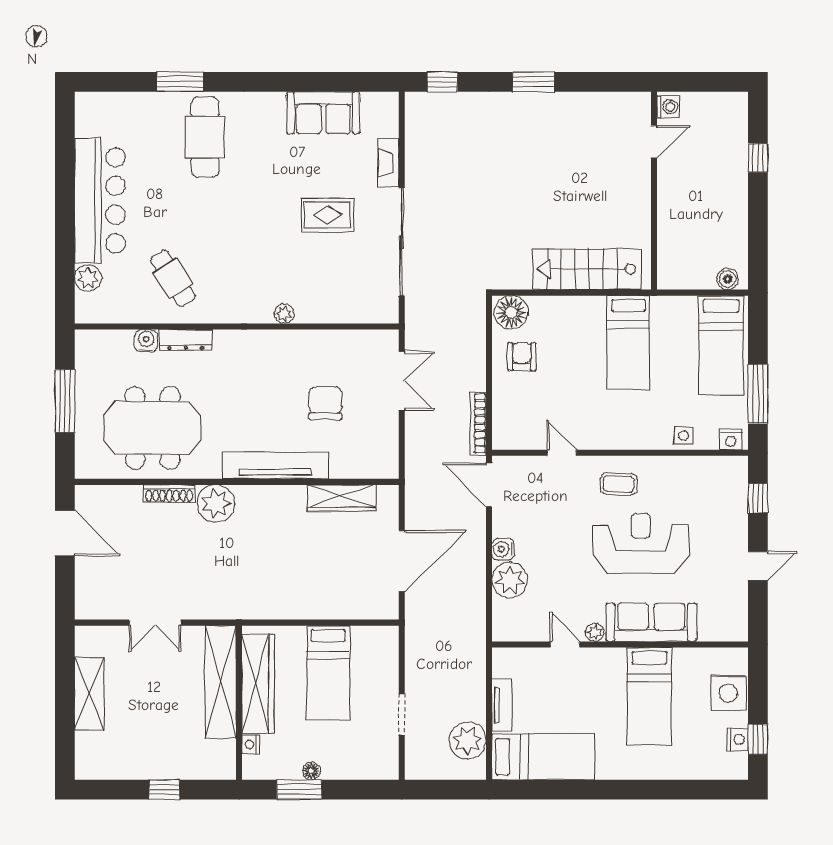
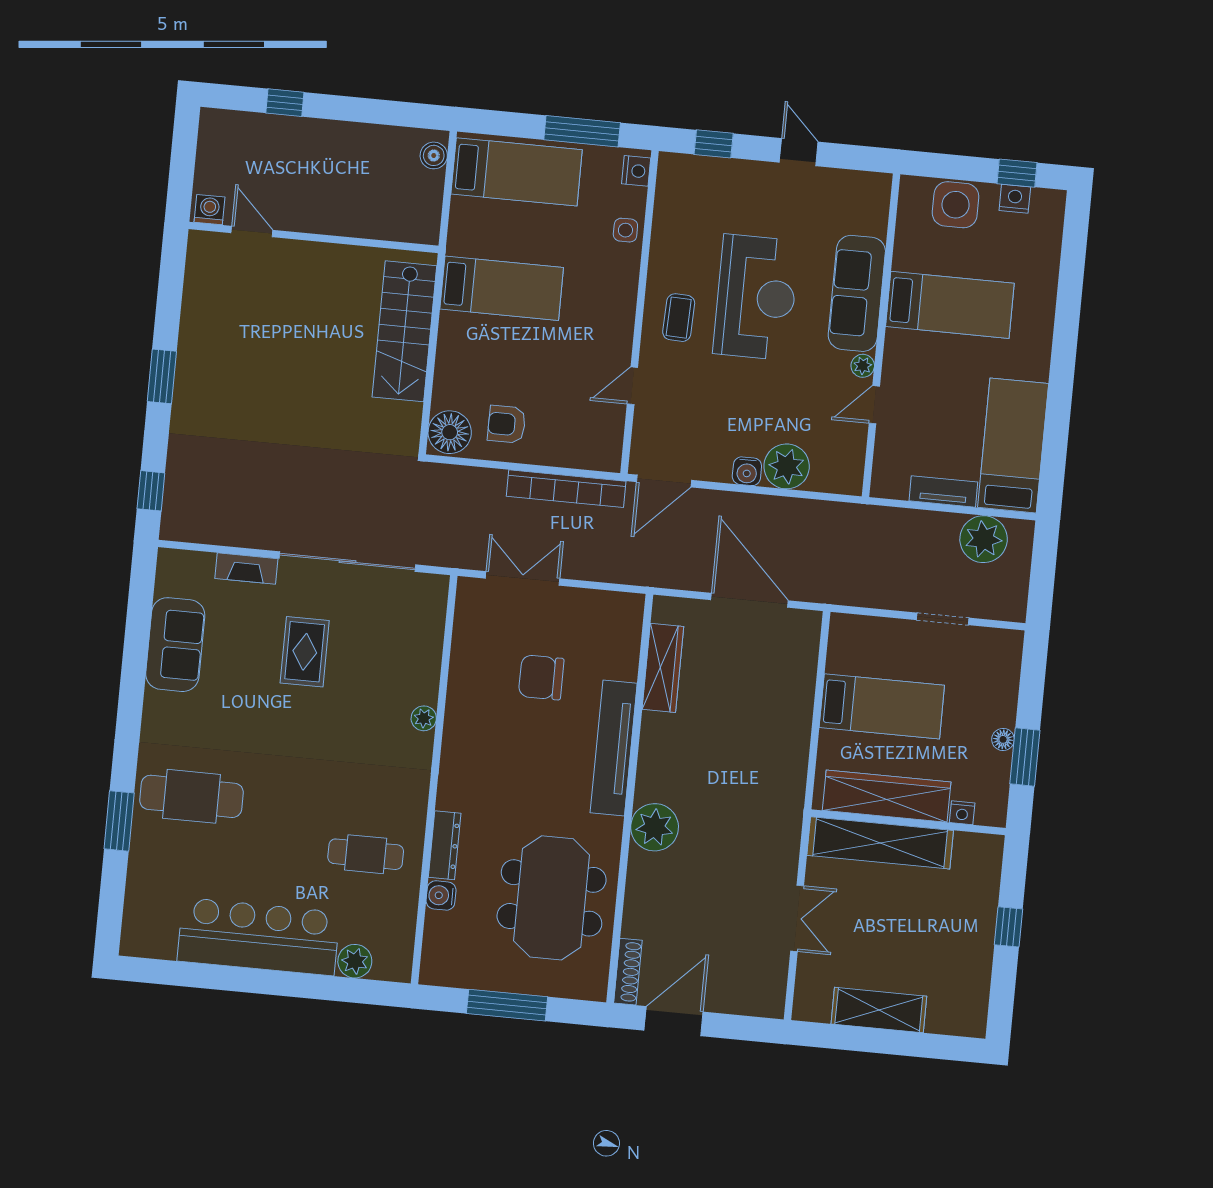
cafe table: (173, 278) -> (366, 854), turned 32
bookcase: (478, 423) -> (566, 489), width x1.48, depth x1.31
shoe rack: (169, 494) -> (628, 972), moved
reception desk: (641, 543) -> (756, 297), turned 180

